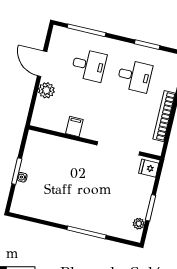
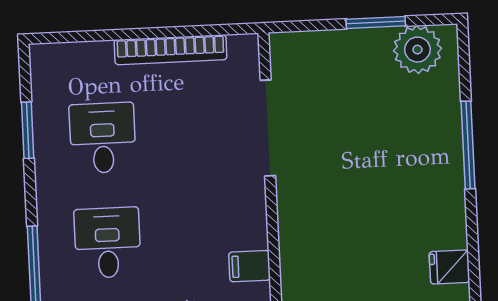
filing cabinet: (74, 127) -> (250, 266), moved
fridge: (149, 168) -> (449, 267), moved, turned 90
plant: (139, 224) -> (417, 50), width x1.87, depth x1.87

